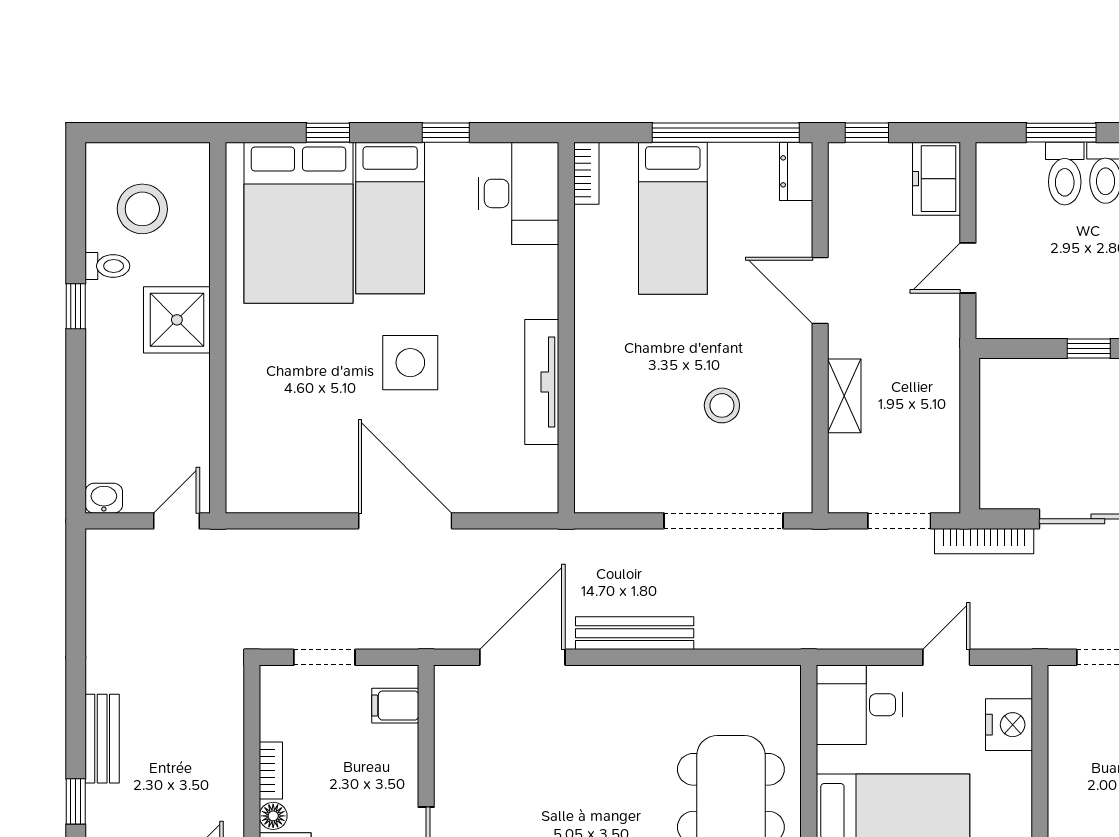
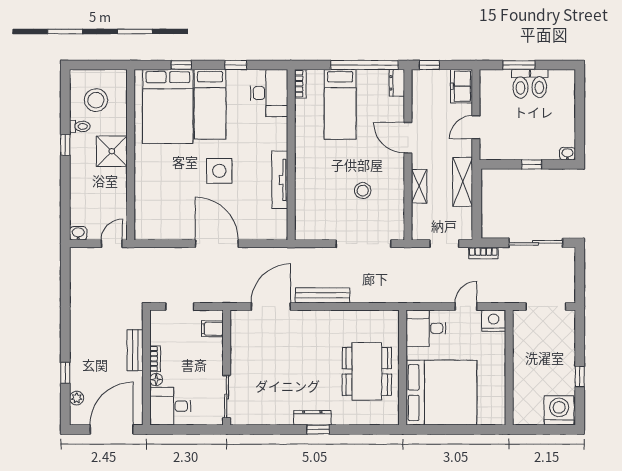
shelving: (939, 387) -> (463, 182), added
bookcase: (984, 541) -> (483, 253), width x0.64
nightstand: (1009, 725) -> (494, 321), moved, turned -90
bench: (102, 739) -> (135, 350), moved

